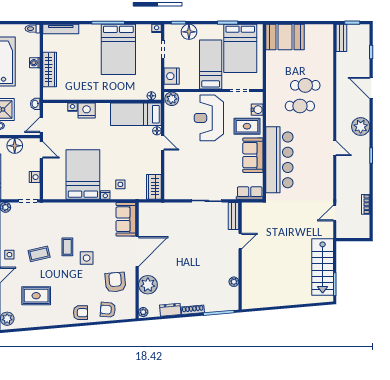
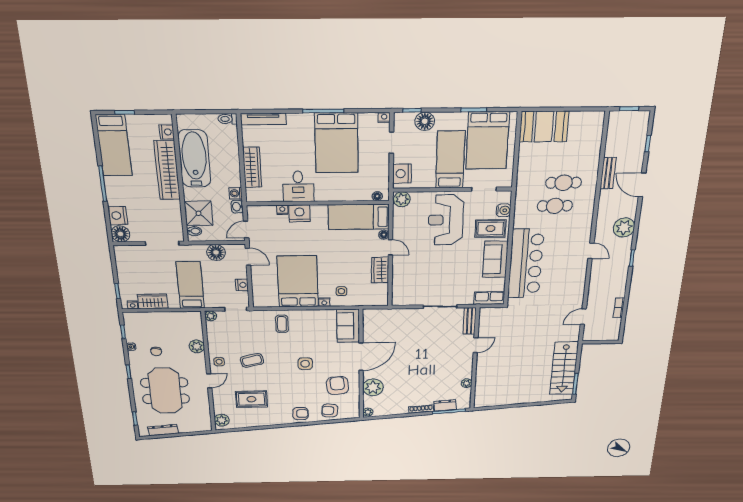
bench: (341, 38) -> (608, 173), moved
washing machine: (35, 63) -> (236, 193), moved
desk: (86, 86) -> (298, 186), added
wardrobe: (154, 187) -> (380, 270), moved
coffee table: (67, 247) -> (282, 324), moved
dresser: (170, 310) -> (445, 405), moved

